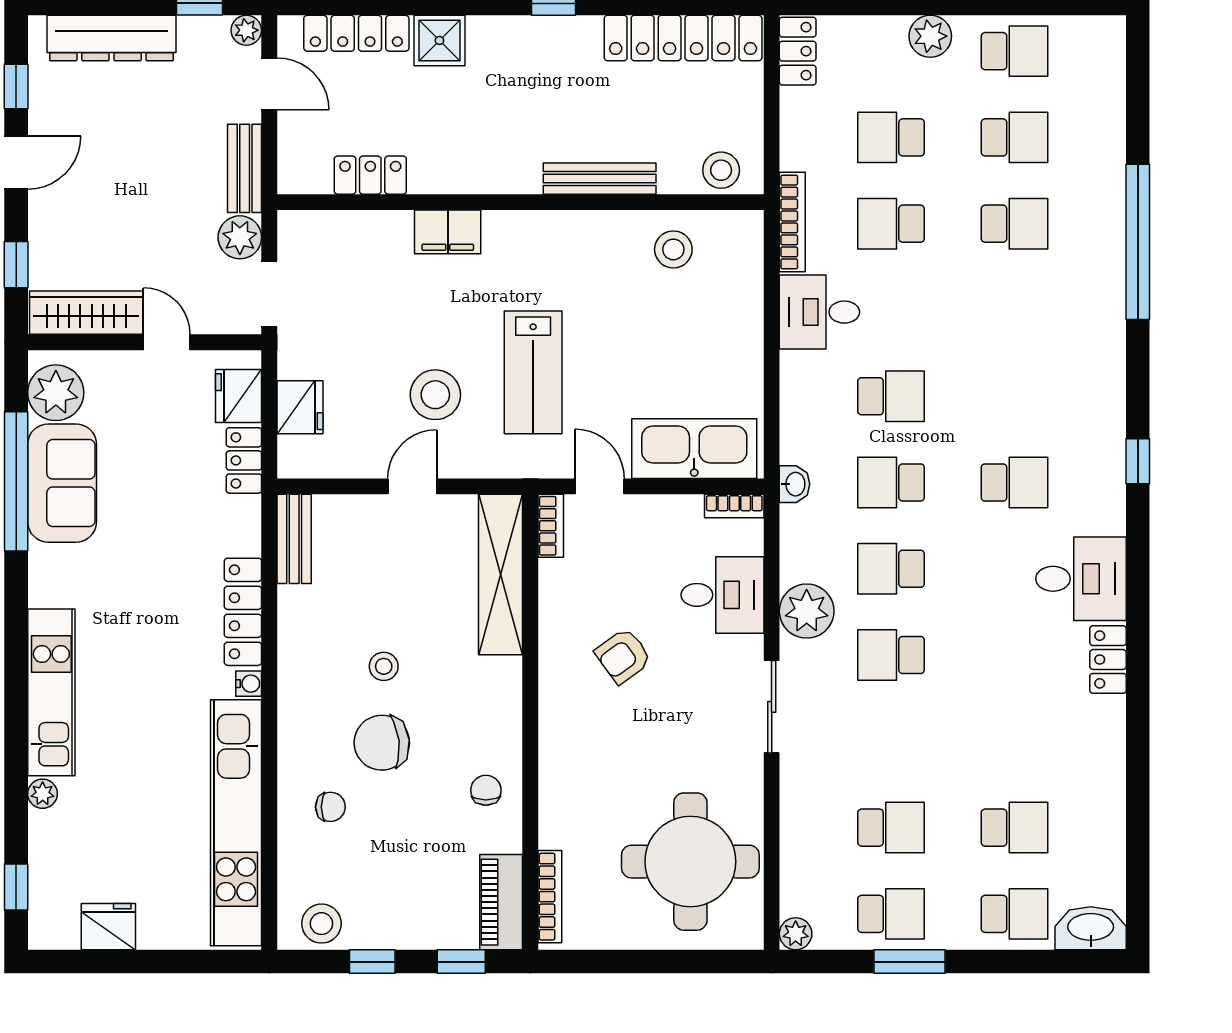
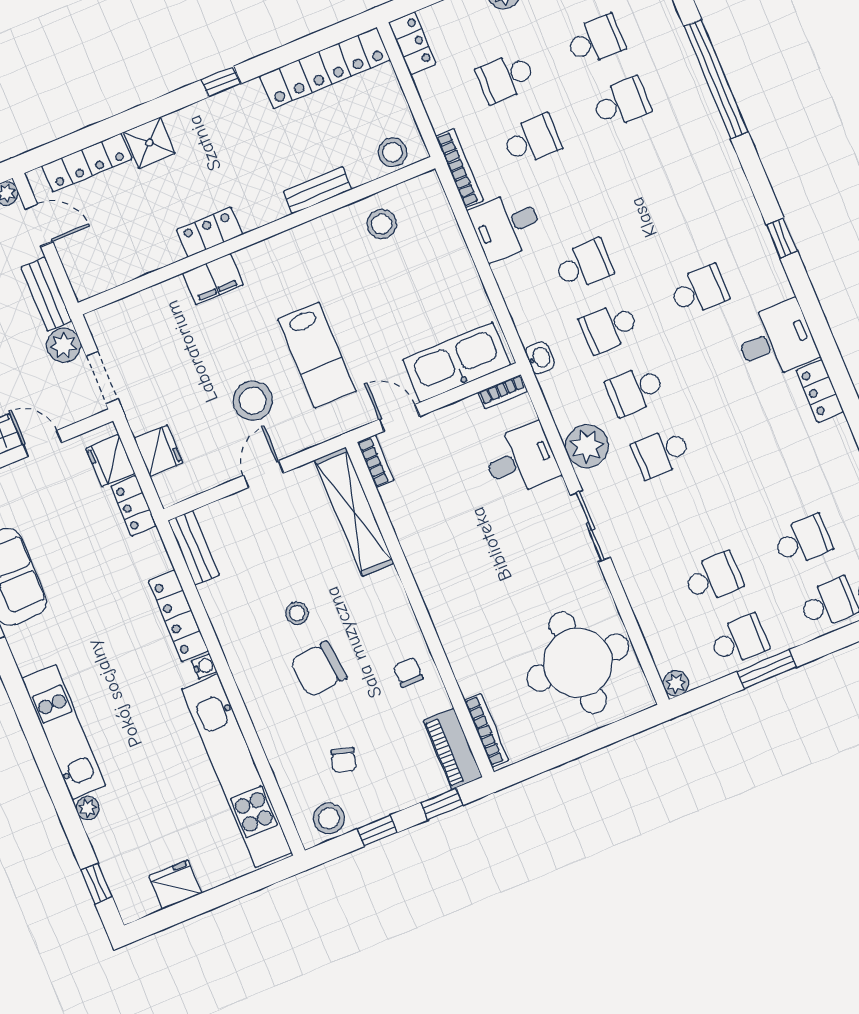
locker: (370, 175) -> (209, 232), moved
bench: (600, 179) -> (318, 190), width x0.73
school desk: (891, 224) -> (532, 140), turned 180
armchair: (623, 656) -> (467, 534), removed
chair: (330, 807) -> (344, 760), moved, turned 106

